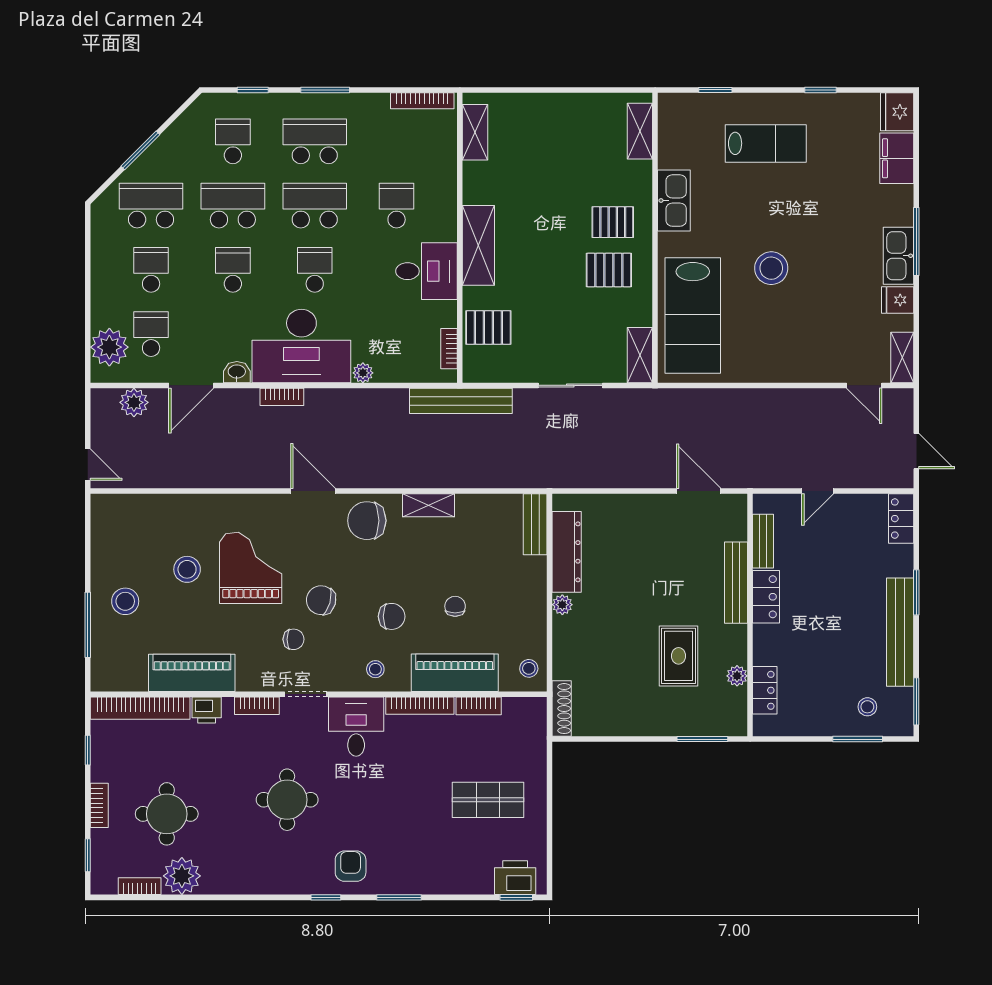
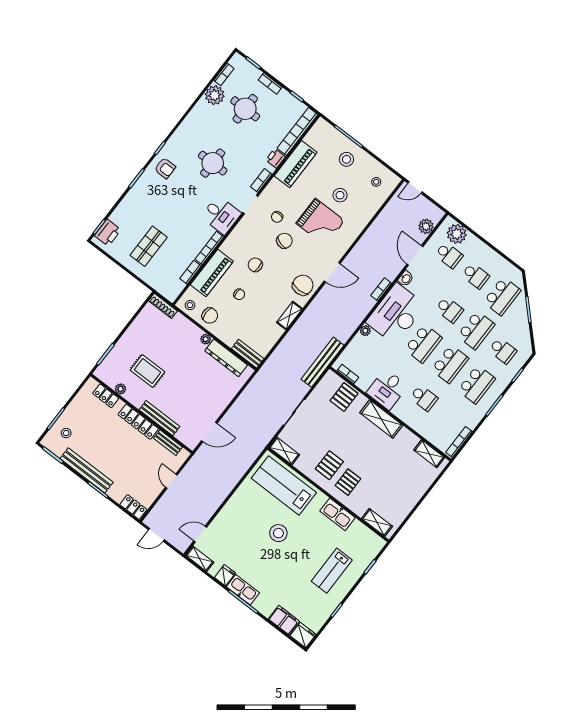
school desk: (315, 270) -> (423, 343), width x1.85
locker: (766, 597) -> (138, 422), width x1.53
chair: (392, 616) -> (255, 265), turned 90
chair: (522, 626) -> (210, 316), added
stool: (375, 669) -> (376, 182), moved

